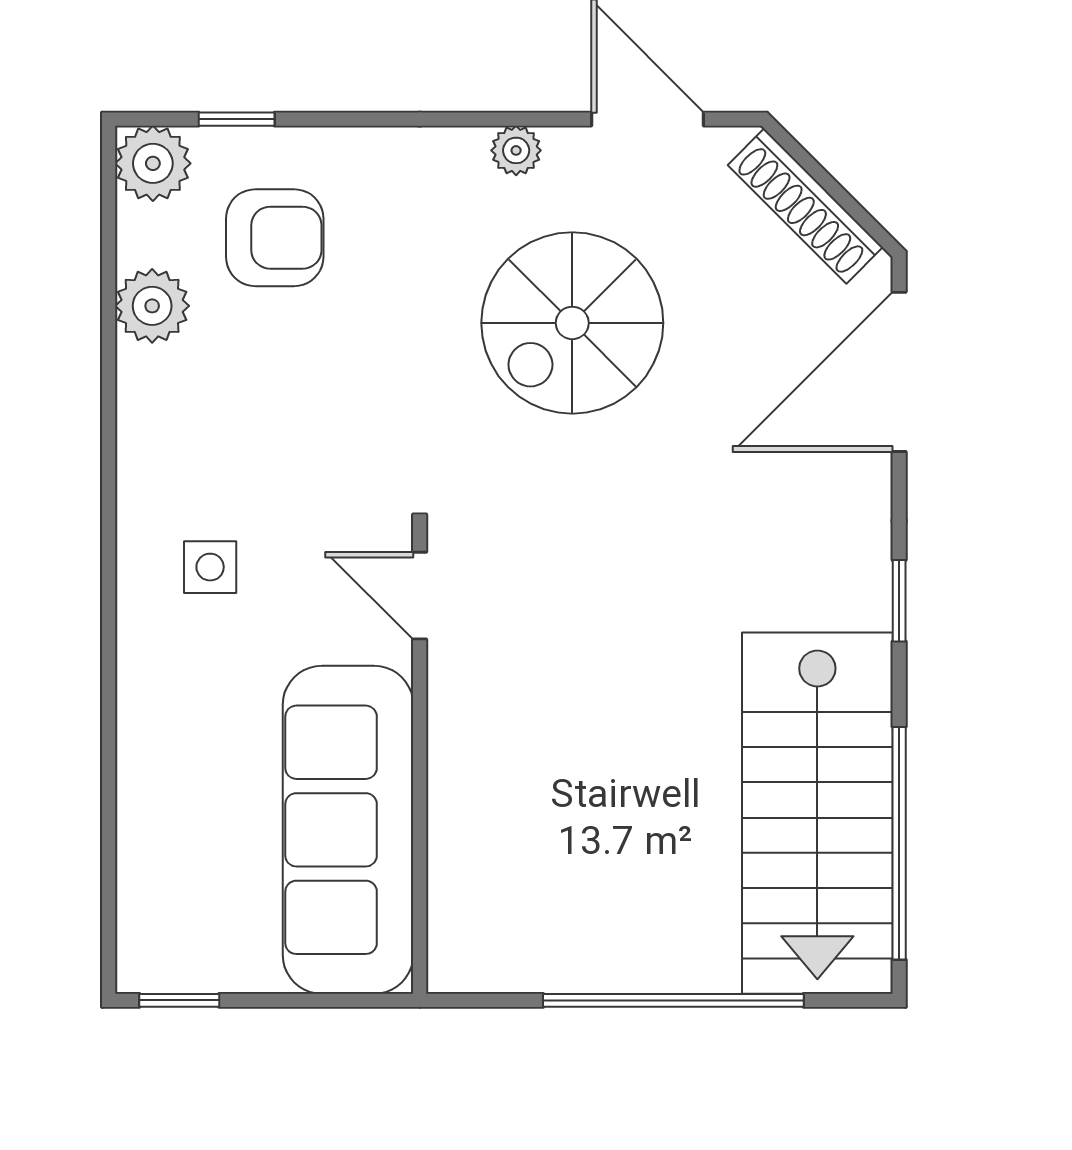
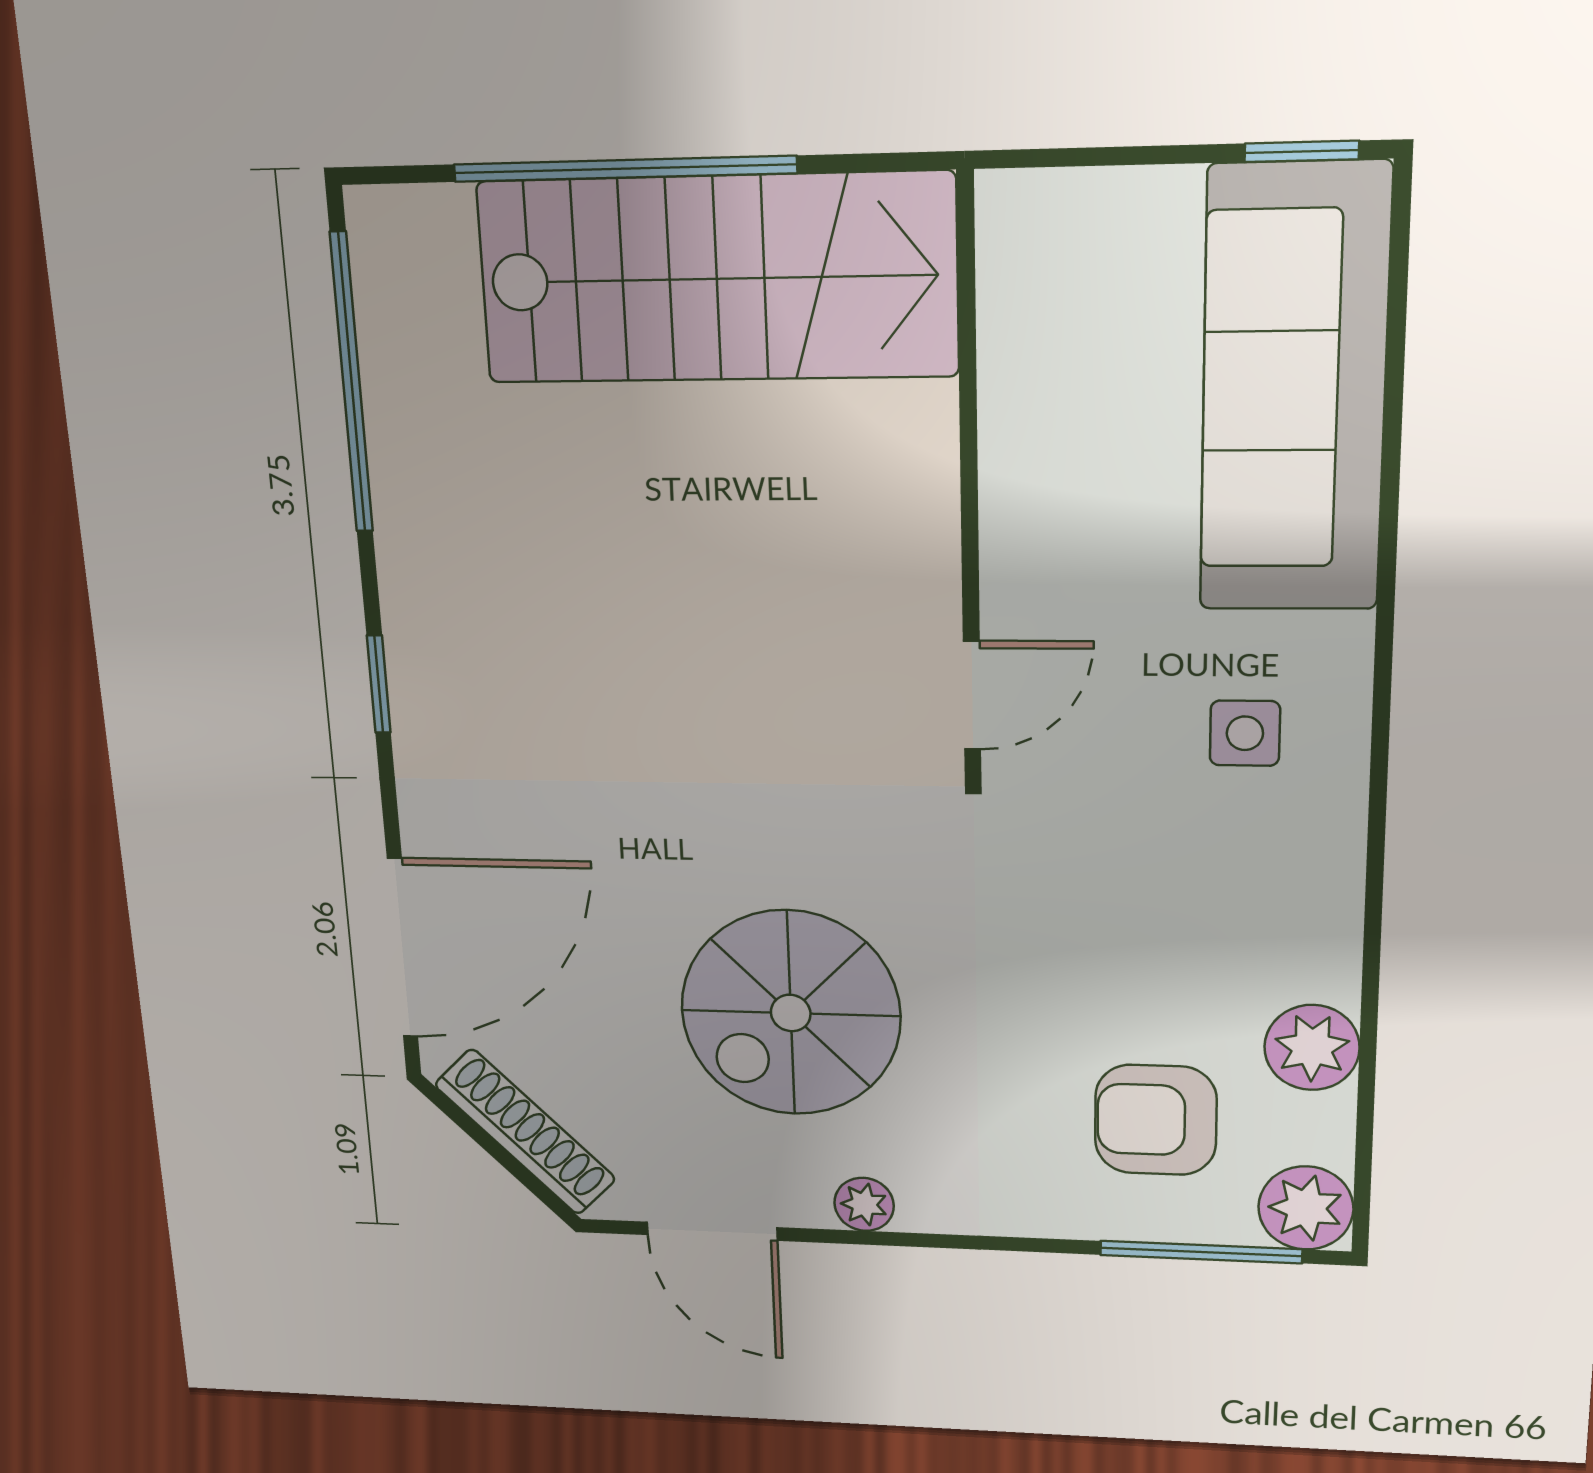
window: (237, 119) -> (1201, 1252), width x2.17
spiral stairs: (572, 323) -> (791, 1013), turned 180
door: (420, 596) -> (972, 695), hinge flipped
stairs: (817, 813) -> (717, 279), moved, turned 90
sofa: (348, 830) -> (1294, 391), moved, turned 180

